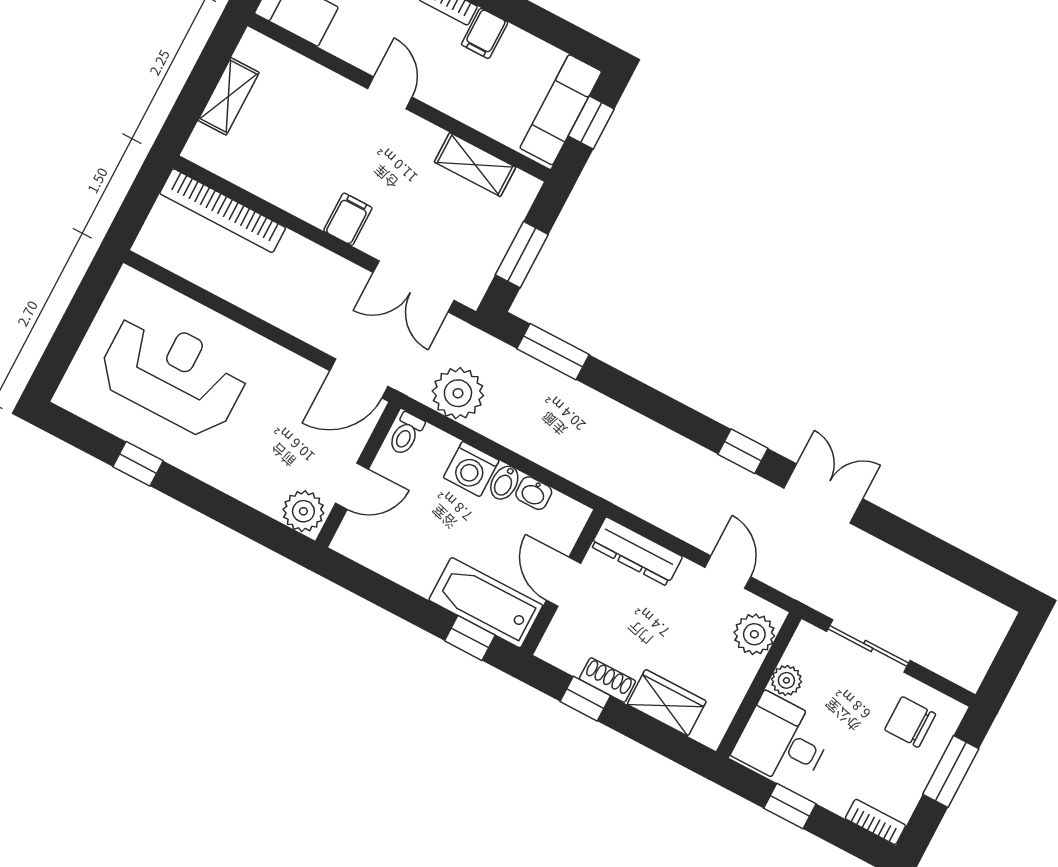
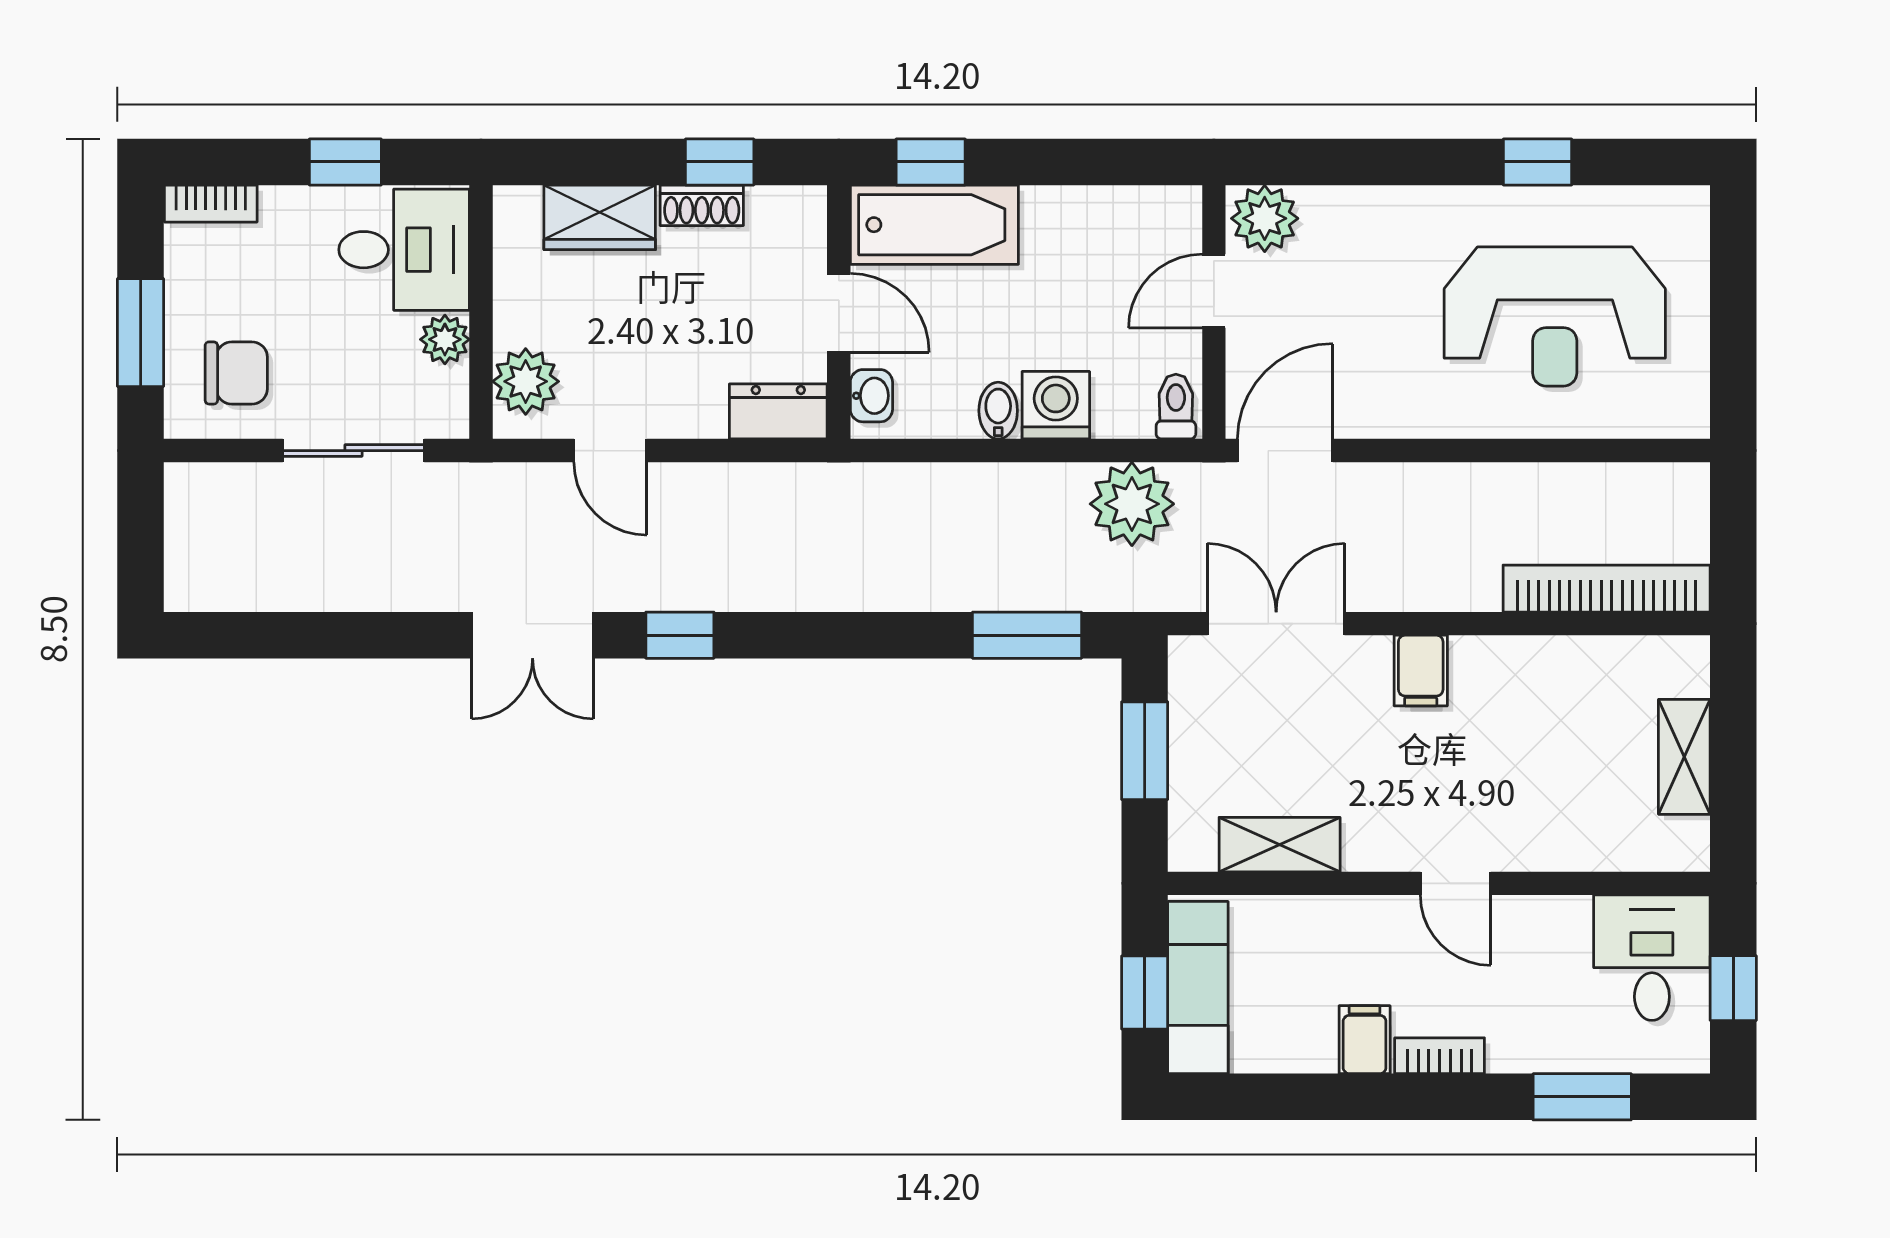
washbasin: (534, 493) -> (871, 396), moved, turned 90
dresser: (636, 551) -> (778, 411), width x0.70

